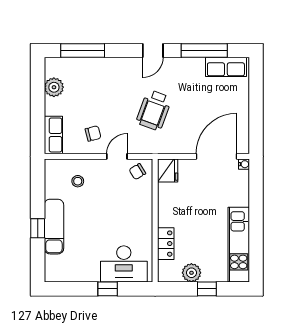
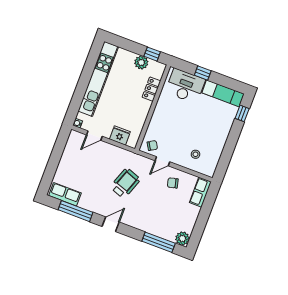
plant: (54, 87) -> (182, 239), moved
door: (216, 156) -> (94, 136), width x0.53
fridge: (168, 171) -> (120, 135), moved, turned 90
exam couch: (54, 227) -> (223, 93), moved, turned -90
window: (38, 228) -> (242, 113), moved
kitchen unit: (239, 245) -> (98, 79), width x1.36
window: (207, 289) -> (152, 54), moved

